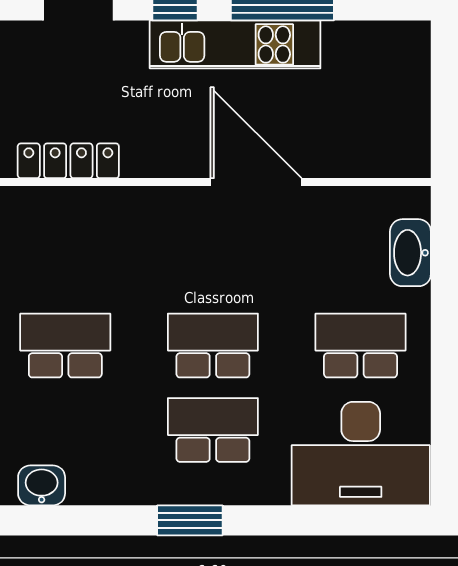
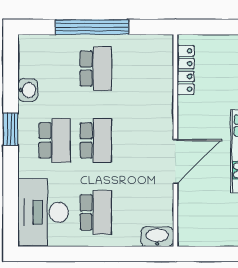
washbasin: (410, 253) -> (157, 237), moved
washbasin: (42, 485) -> (28, 90), moved

